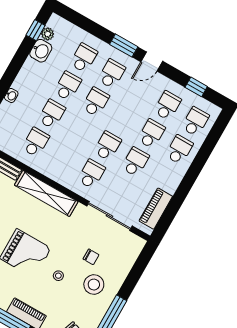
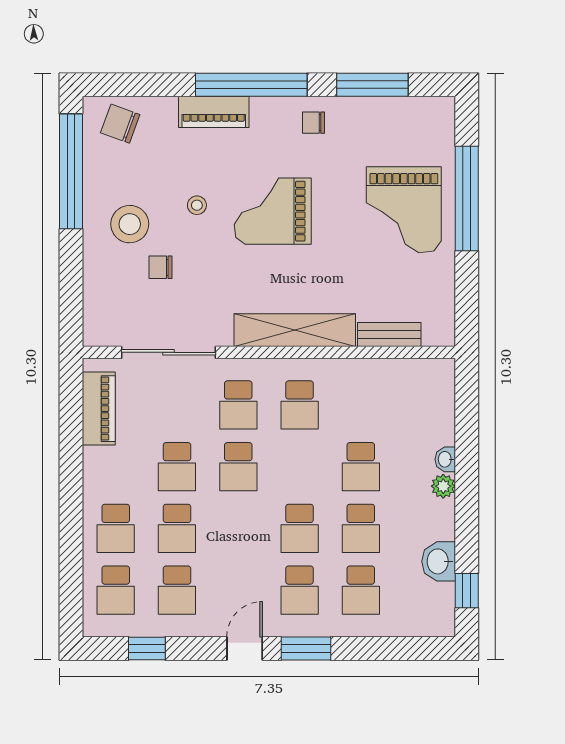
plant: (48, 34) -> (443, 486), moved
school desk: (36, 142) -> (300, 405), moved

